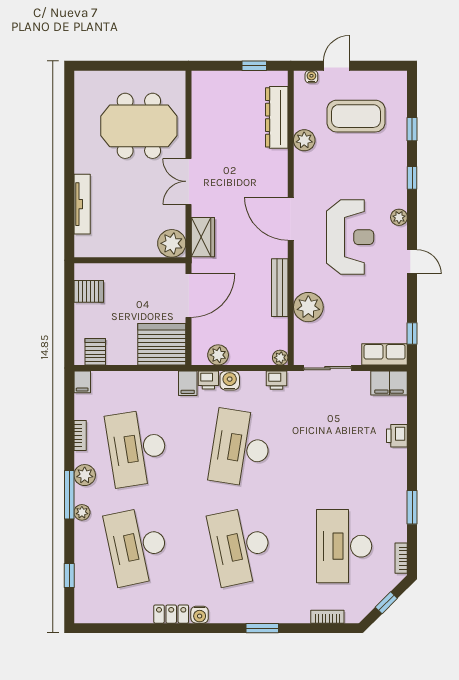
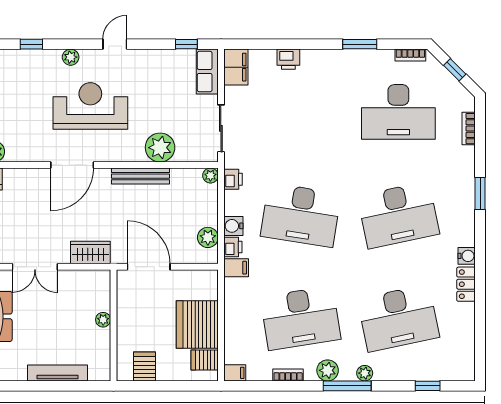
plant: (172, 243) -> (103, 320), moved, width x0.53, depth x0.53
server rack: (162, 344) -> (197, 324), moved

